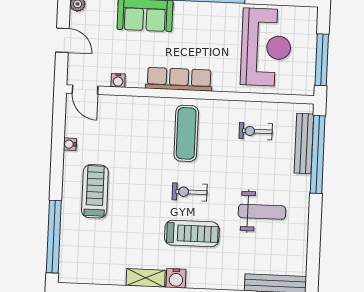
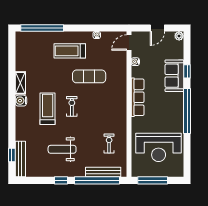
exercise mat: (186, 133) -> (89, 76), moved
treadmill: (95, 191) -> (70, 51), turned 180
weight bench: (262, 212) -> (62, 149), turned 90
window: (315, 216) -> (61, 180), added
treadmill: (192, 233) -> (48, 109), turned 180

